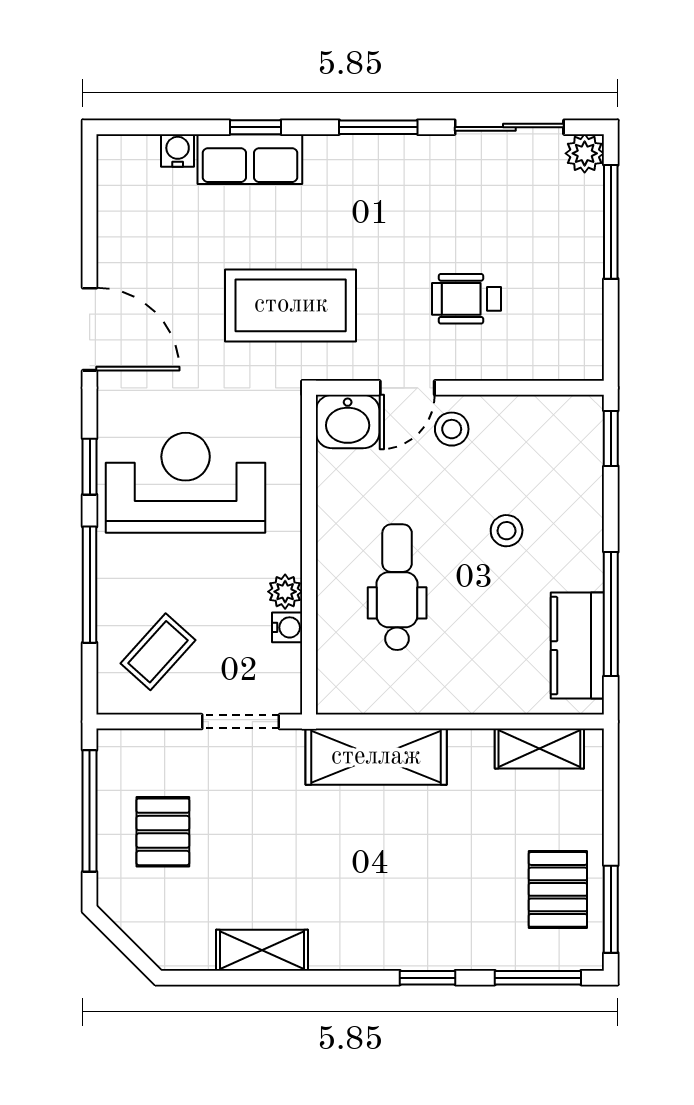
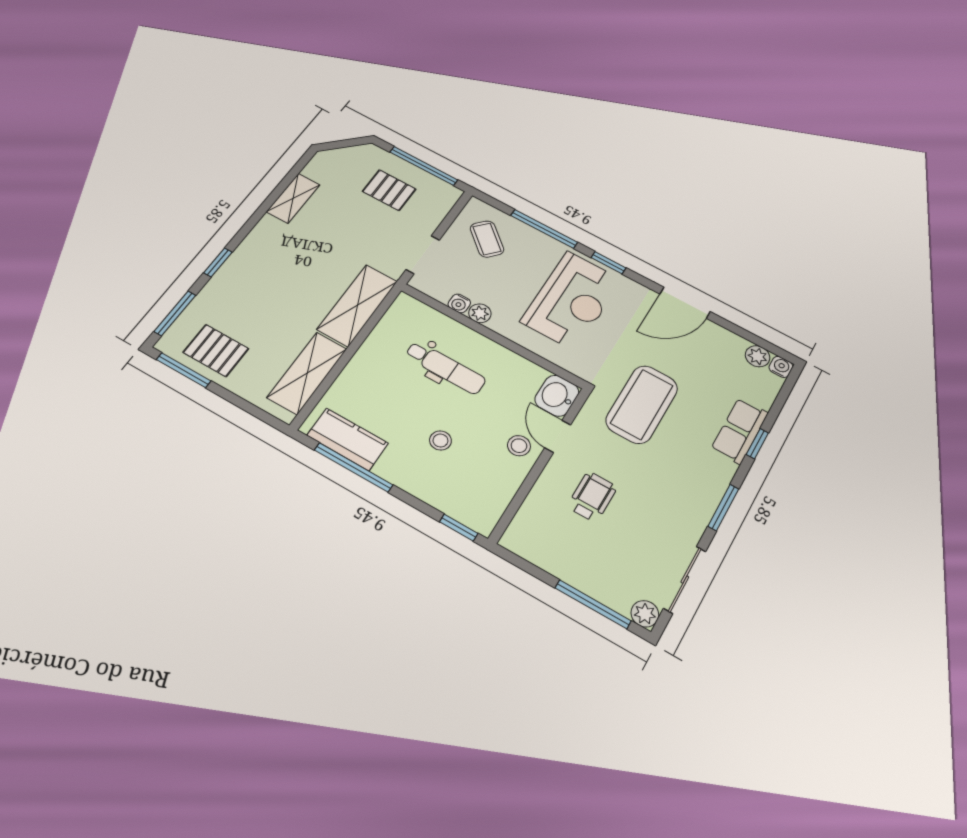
water cooler: (178, 150) -> (781, 367), moved, turned -90
plant: (116, 190) -> (758, 356), added
shelving: (539, 748) -> (307, 373), width x1.50, depth x1.33

